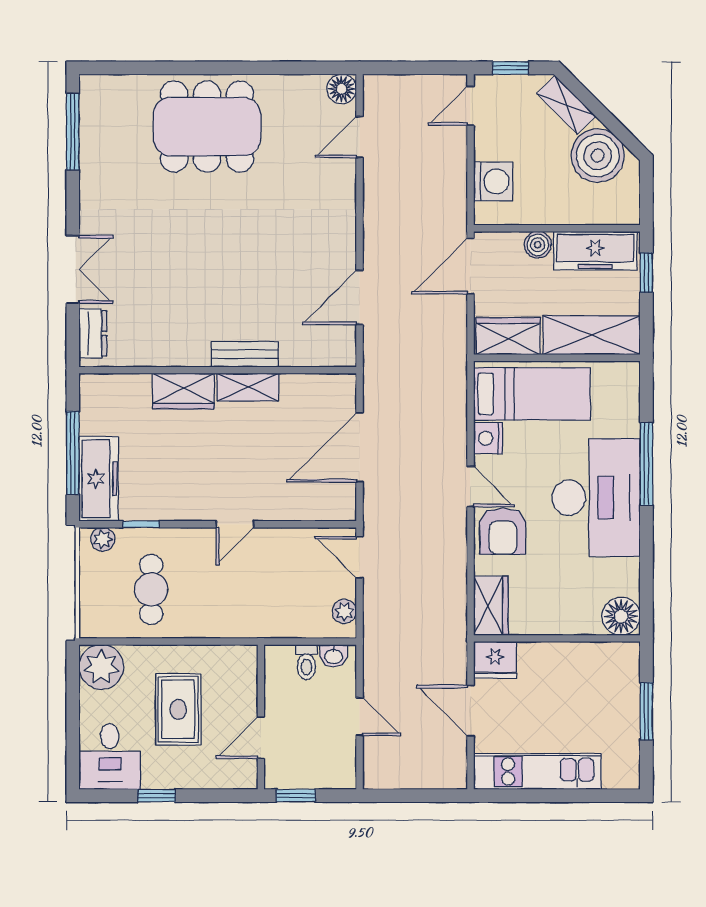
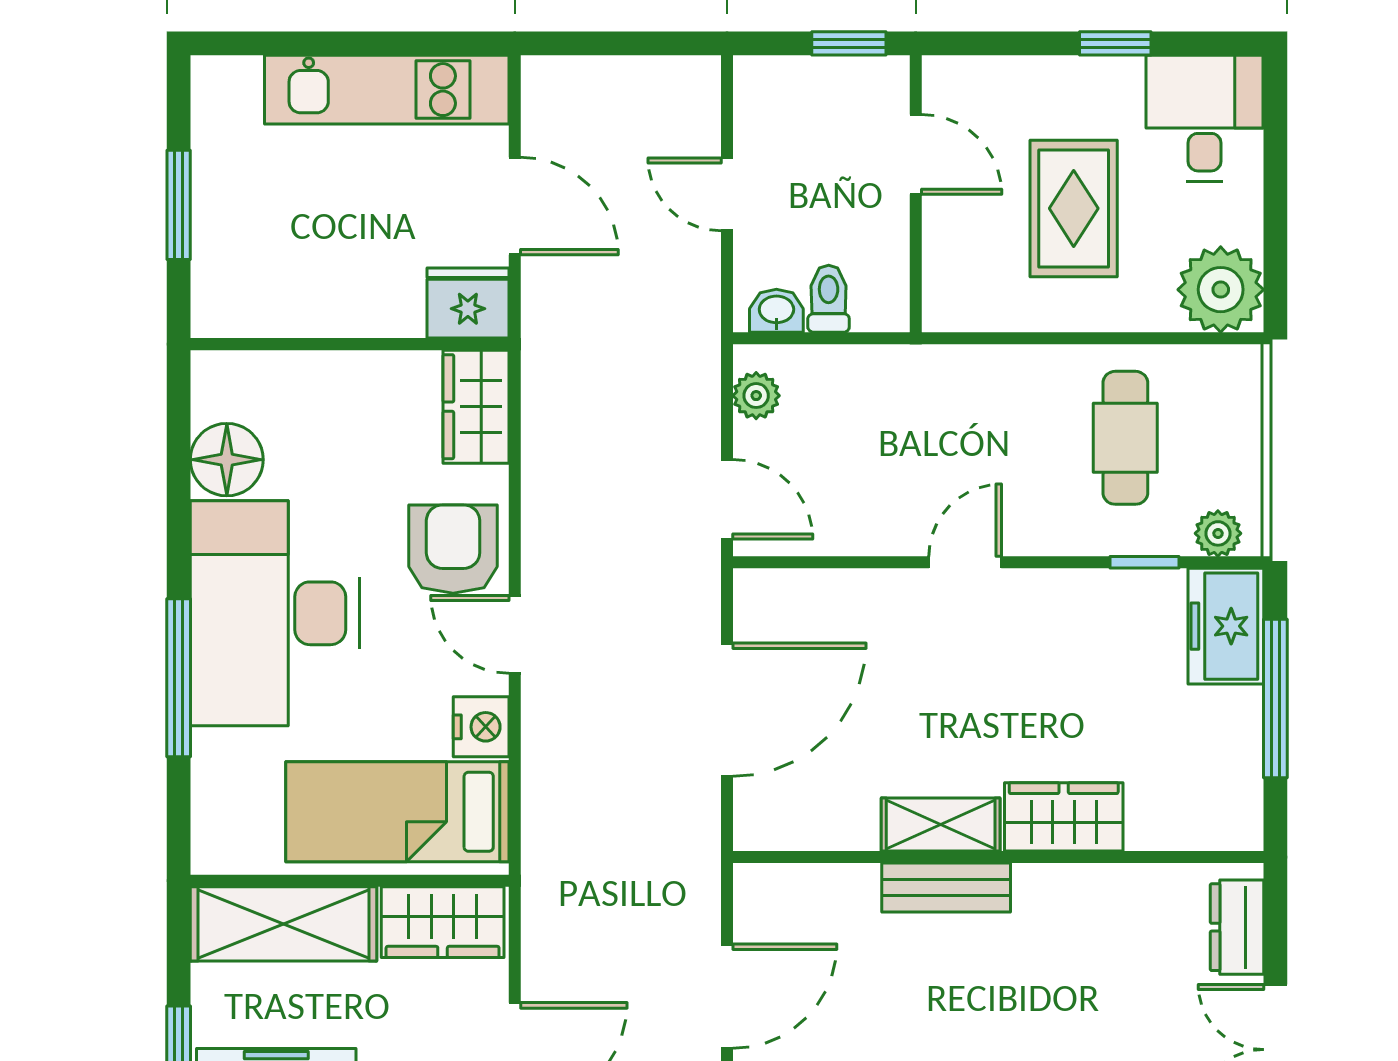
freezer: (99, 479) -> (1226, 626), width x0.71
floor lamp: (621, 616) -> (227, 460), moved
door: (261, 738) -> (916, 154), hinge flipped

